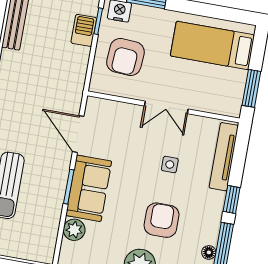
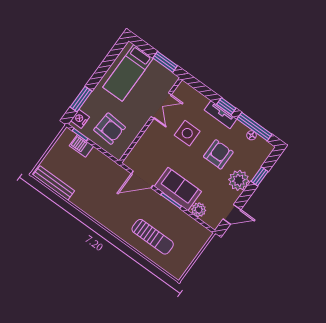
double door: (166, 107) -> (161, 106), moved
tv unit: (224, 157) -> (220, 115), moved, width x0.71
side table: (170, 165) -> (187, 133), width x1.87, depth x1.87
armchair: (162, 220) -> (218, 154), turned 90

